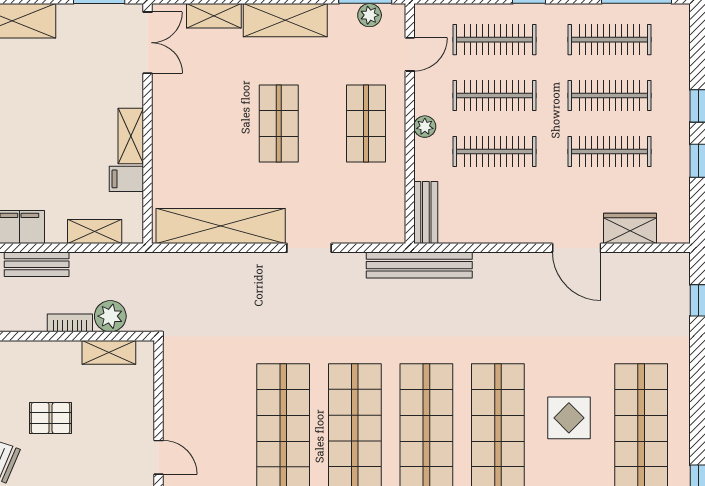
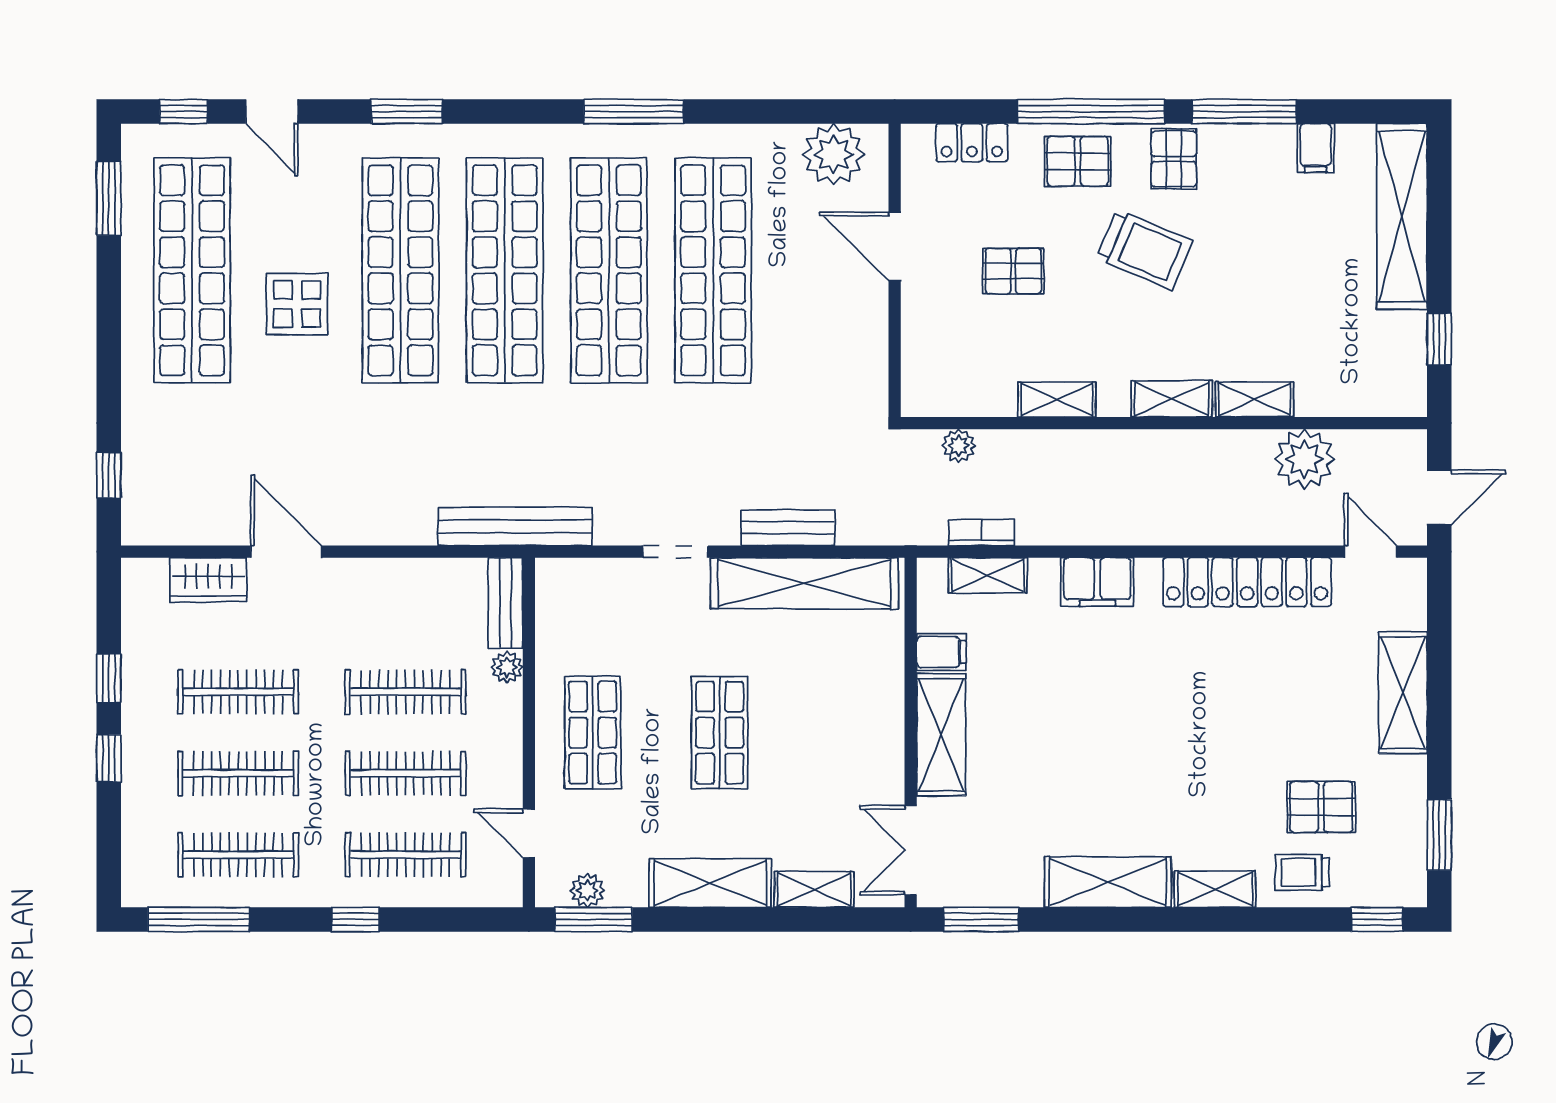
door: (410, 54) -> (529, 833), hinge flipped
plant: (425, 127) -> (507, 667), moved
shelving: (131, 136) -> (941, 735), width x1.50, depth x1.33
bench: (37, 264) -> (788, 528), moved
plant: (110, 316) -> (959, 446), width x0.73, depth x0.73
bookcase: (70, 323) -> (981, 533), moved, turned 180
shelving: (109, 352) -> (1057, 400), moved
pallet: (51, 418) -> (1013, 271), moved
door: (159, 457) -> (895, 247), width x1.37

